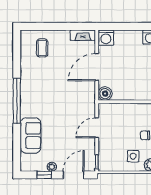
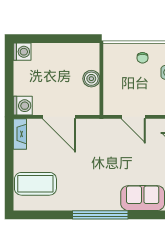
coffee table: (42, 48) -> (35, 184), width x1.86, depth x1.72
boiler: (105, 94) -> (91, 79), moved

